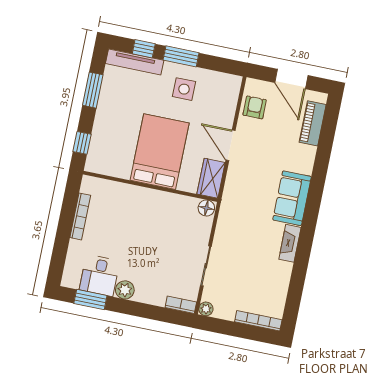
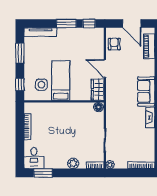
window: (144, 49) -> (89, 24), moved
side table: (184, 89) -> (41, 85), moved
bed: (160, 152) -> (61, 80), width x0.67
desk: (100, 275) -> (34, 158), moved
plant: (125, 290) -> (73, 163), moved

